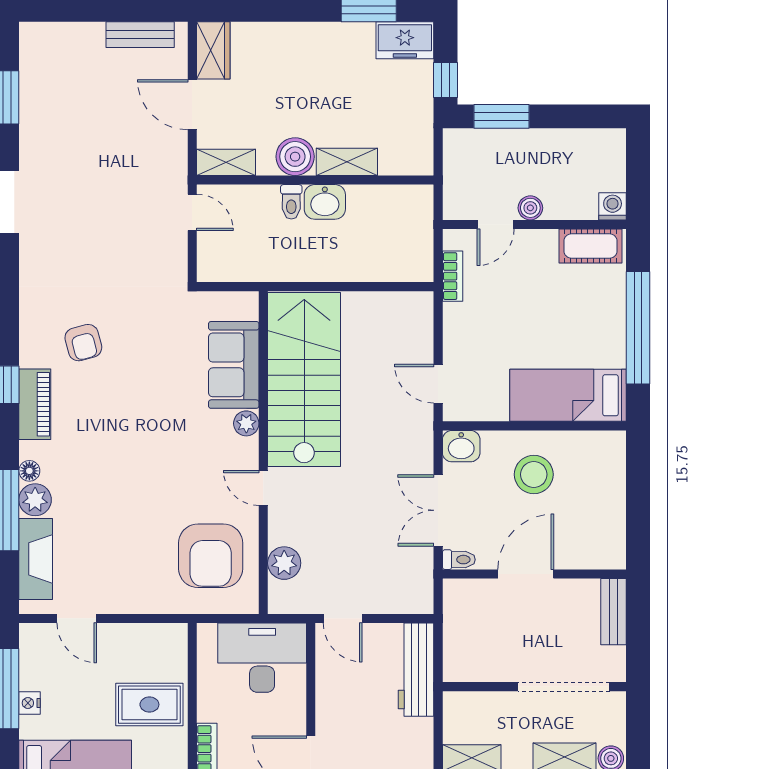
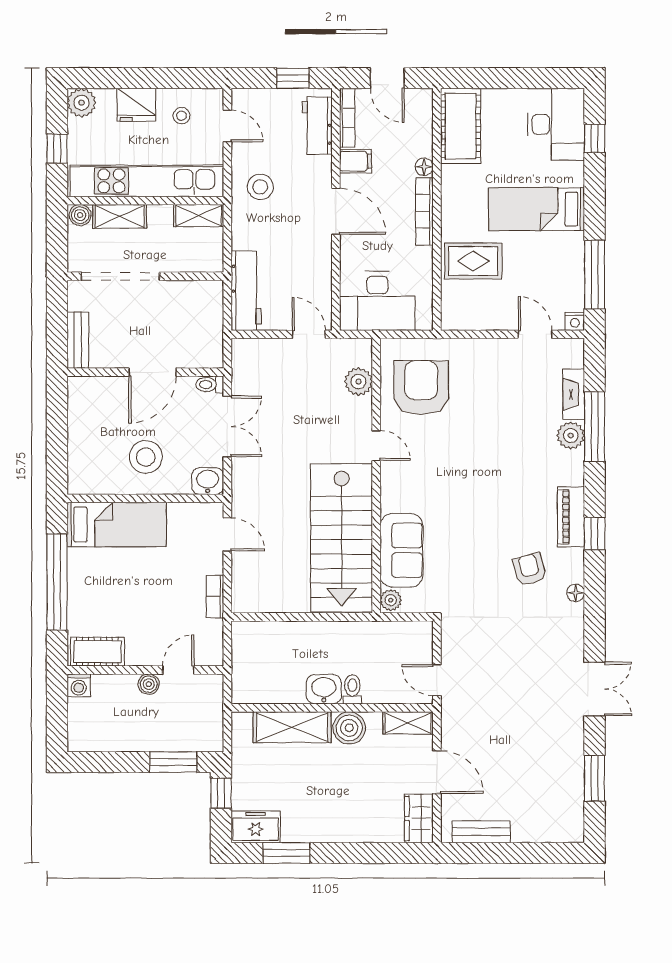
shelving: (347, 162) -> (292, 727), width x1.50, depth x1.33
bookcase: (453, 276) -> (215, 597), moved
plant: (246, 423) -> (391, 600), moved
floor lamp: (29, 471) -> (576, 593), moved
fireplace: (36, 559) -> (574, 394), width x0.73, depth x0.76
nightstand: (30, 703) -> (575, 321), moved, turned 90

